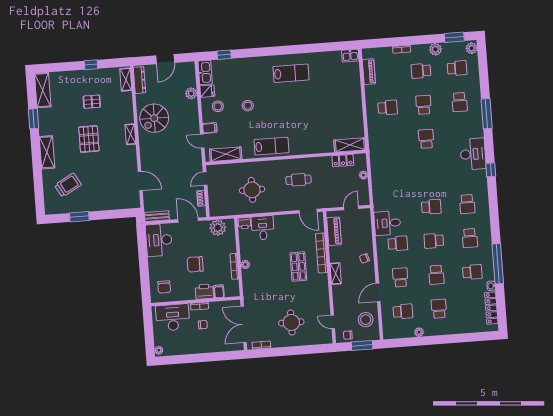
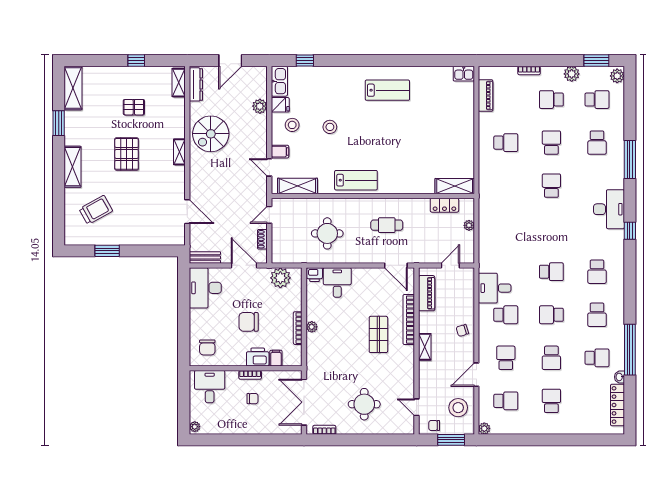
desk: (173, 317) -> (210, 387), width x0.73
plant: (419, 332) -> (484, 428), moved

